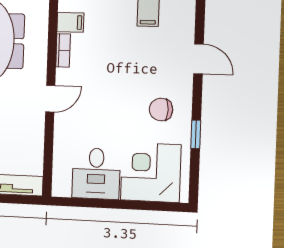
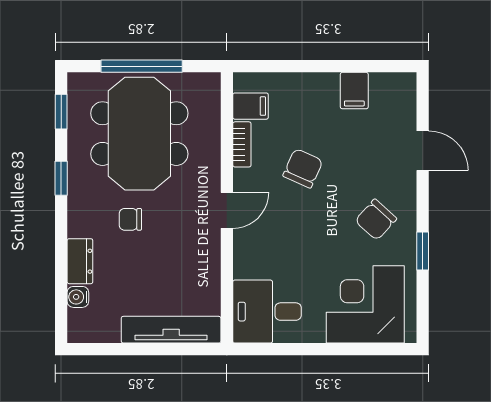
chair: (108, 69) -> (303, 168), added
chair: (161, 110) -> (376, 220), turned -48
desk: (96, 173) -> (267, 312), moved, turned 90

